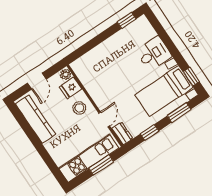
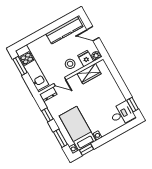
desk: (154, 54) -> (122, 114), moved, turned -90
wardrobe: (90, 82) -> (89, 74), added
window: (101, 165) -> (20, 66), moved

